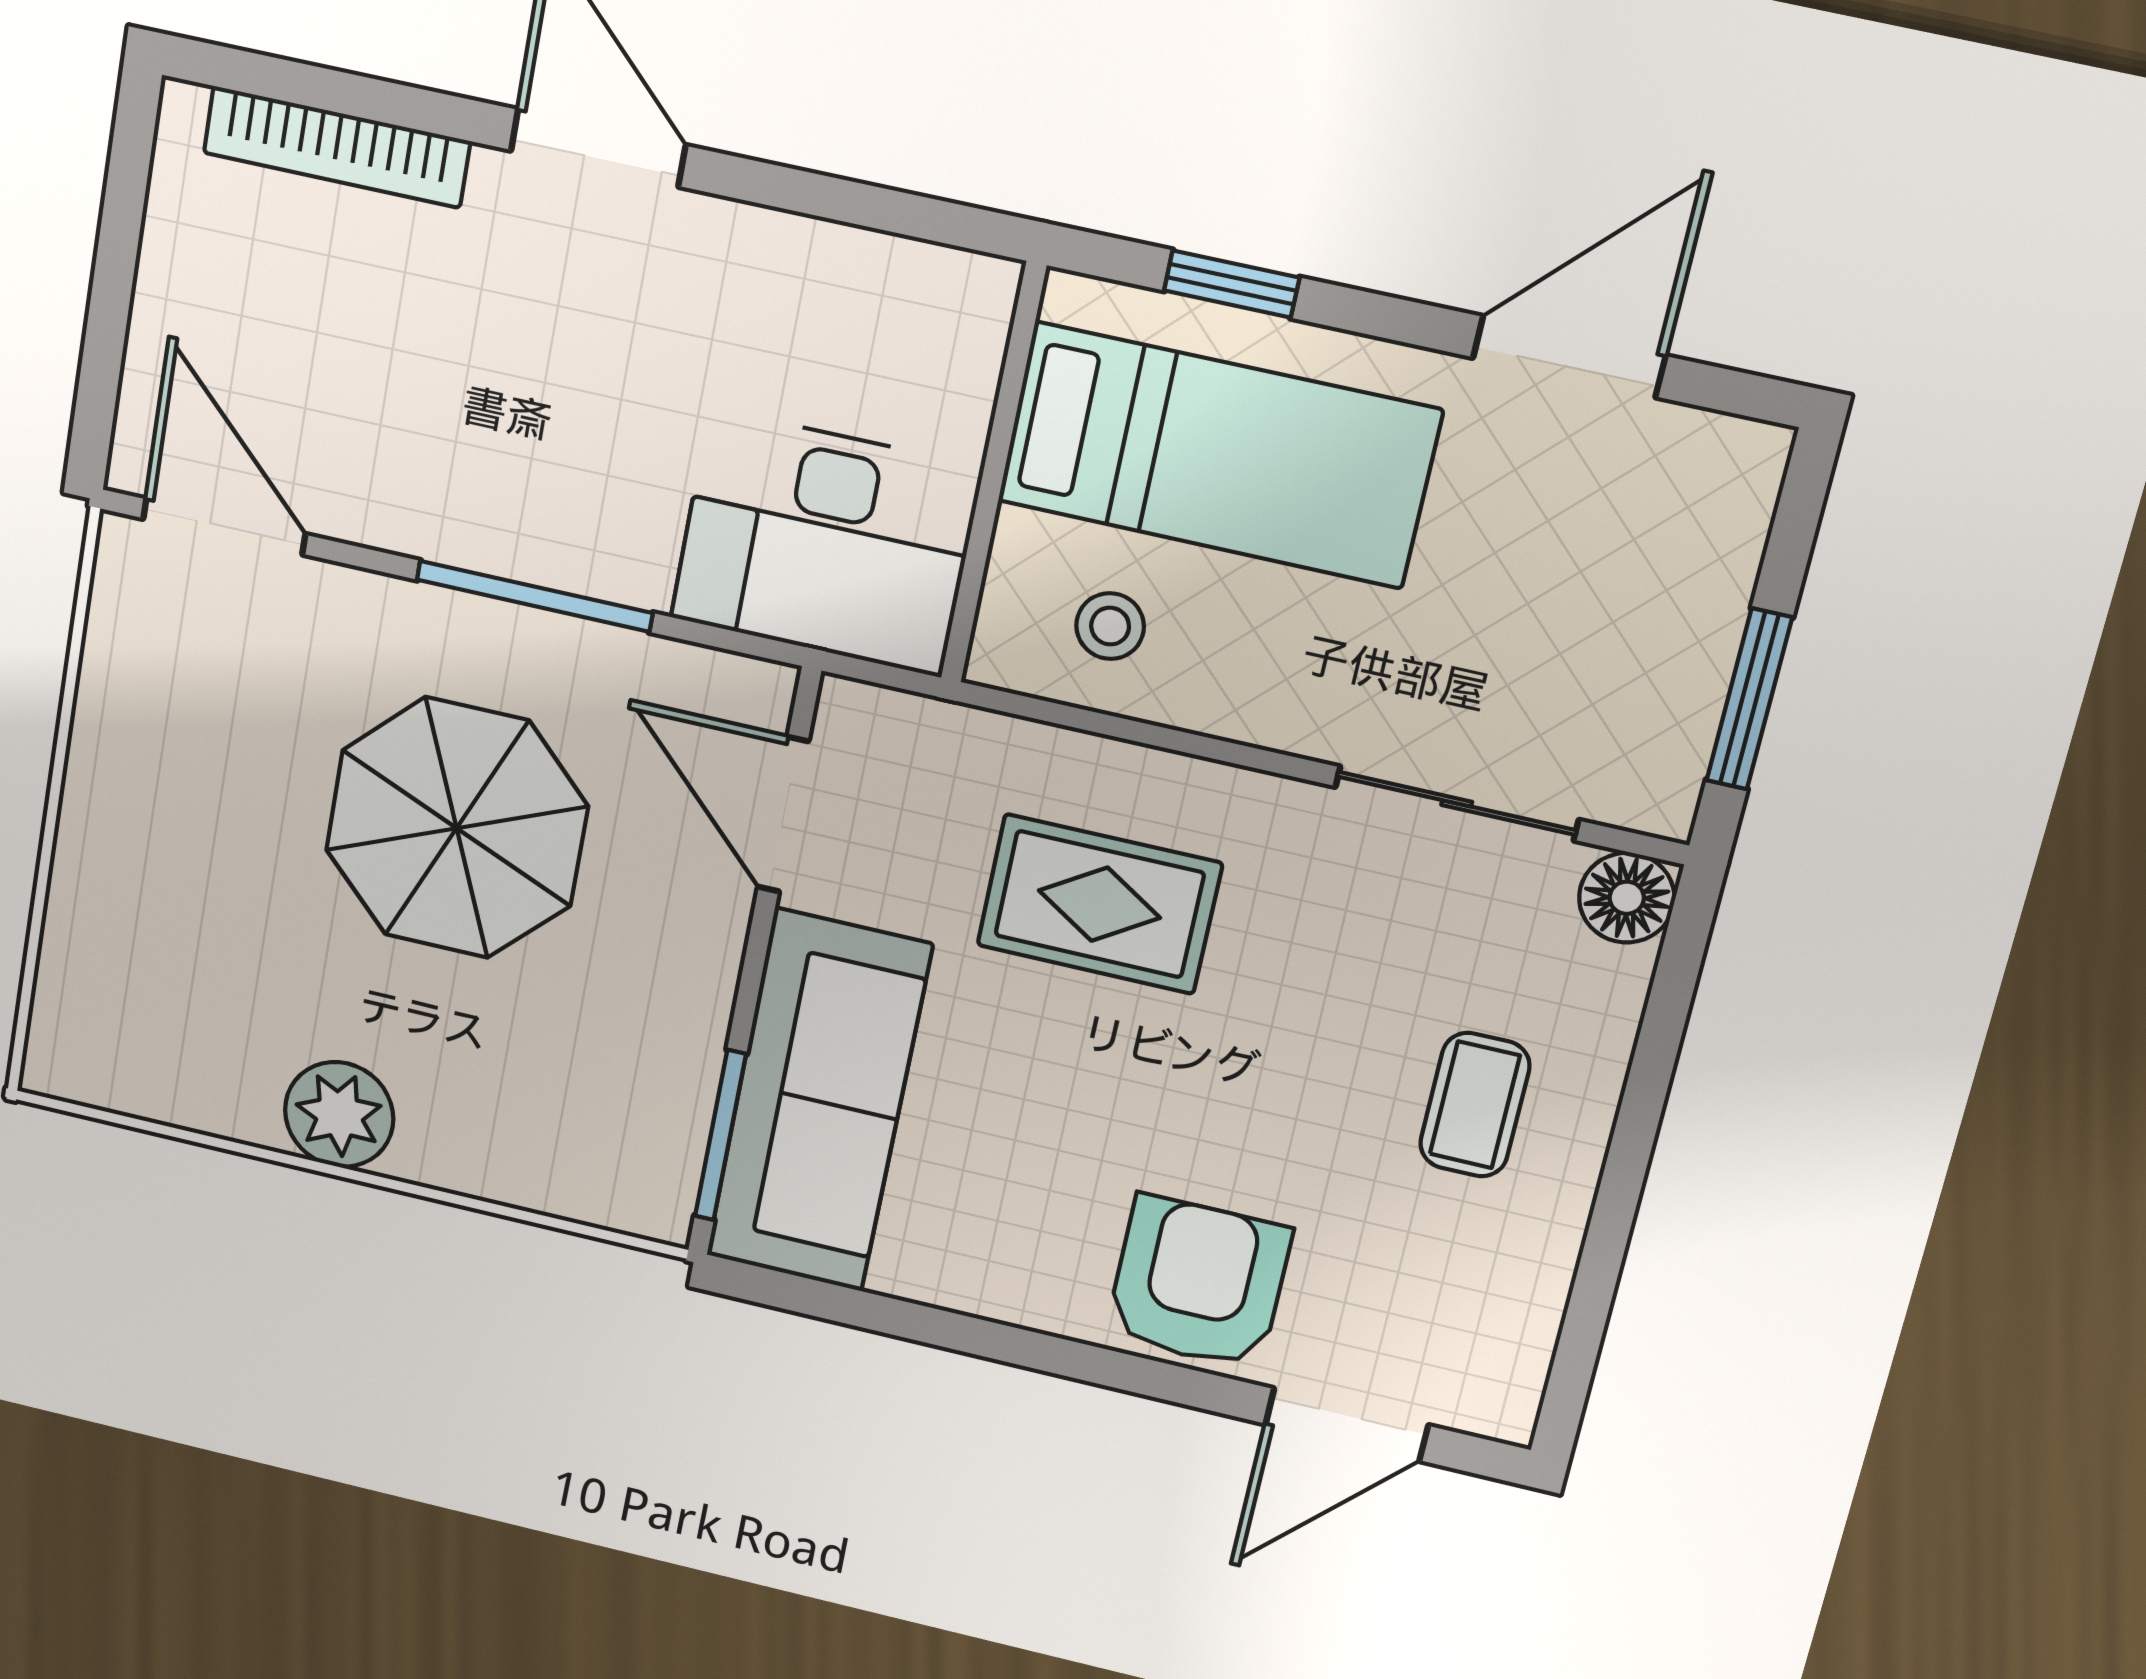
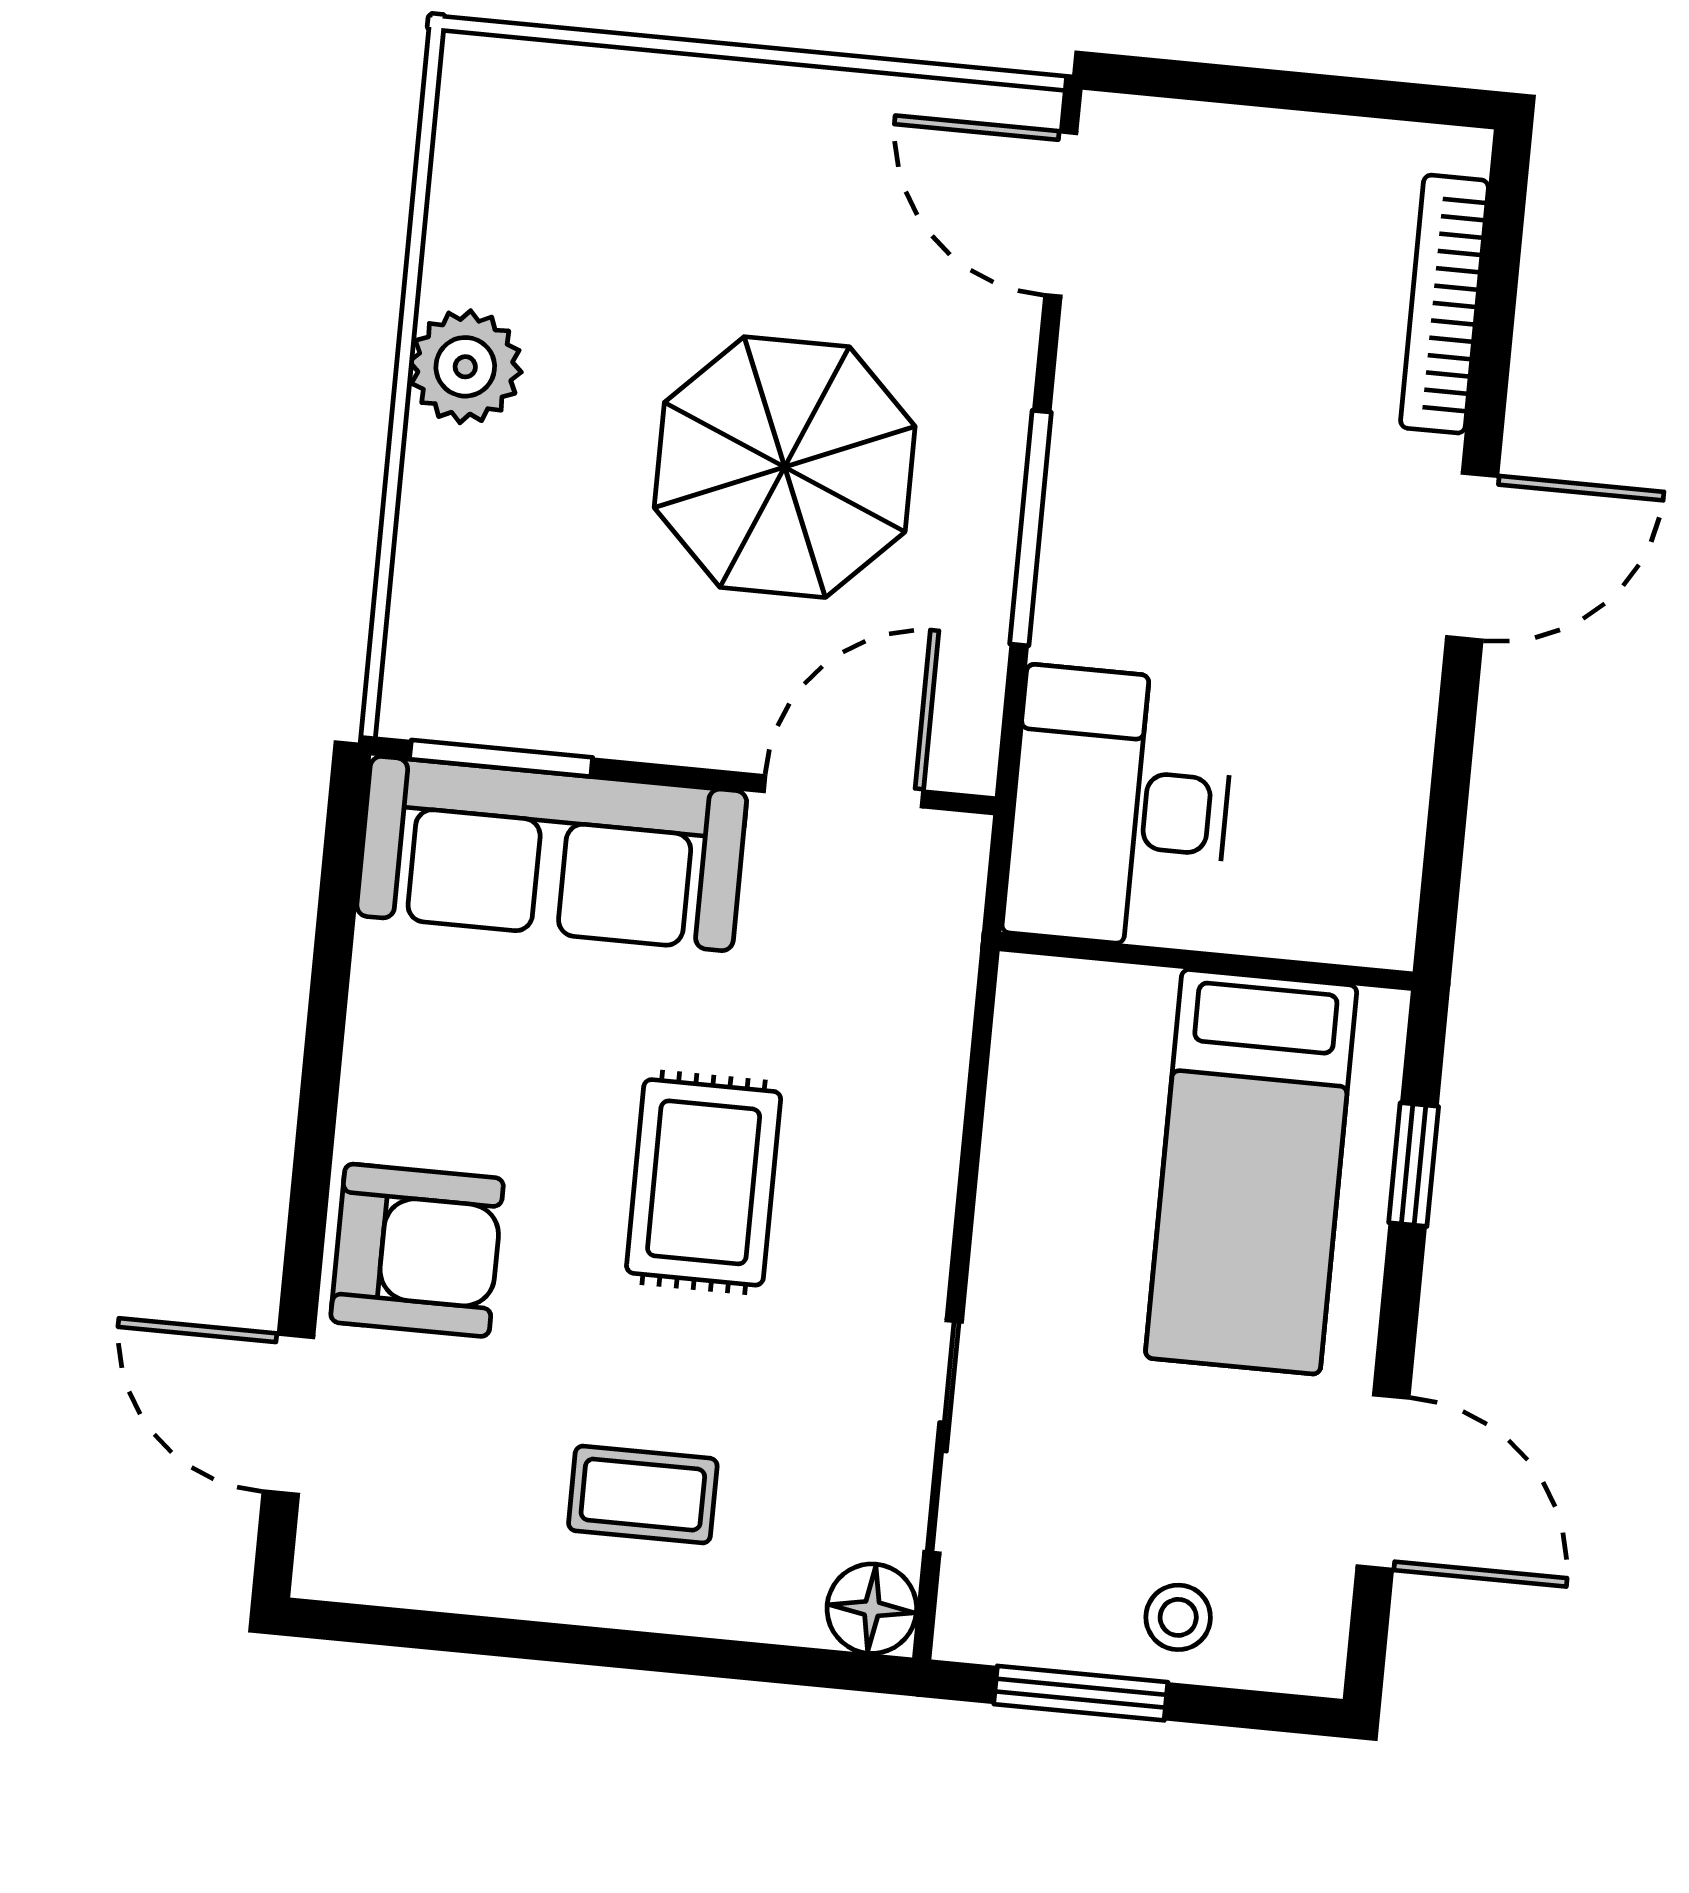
door: (224, 526) -> (1061, 214), swing flipped
stool: (1110, 626) -> (1178, 1617), moved
rug: (1099, 904) -> (704, 1182), moved

